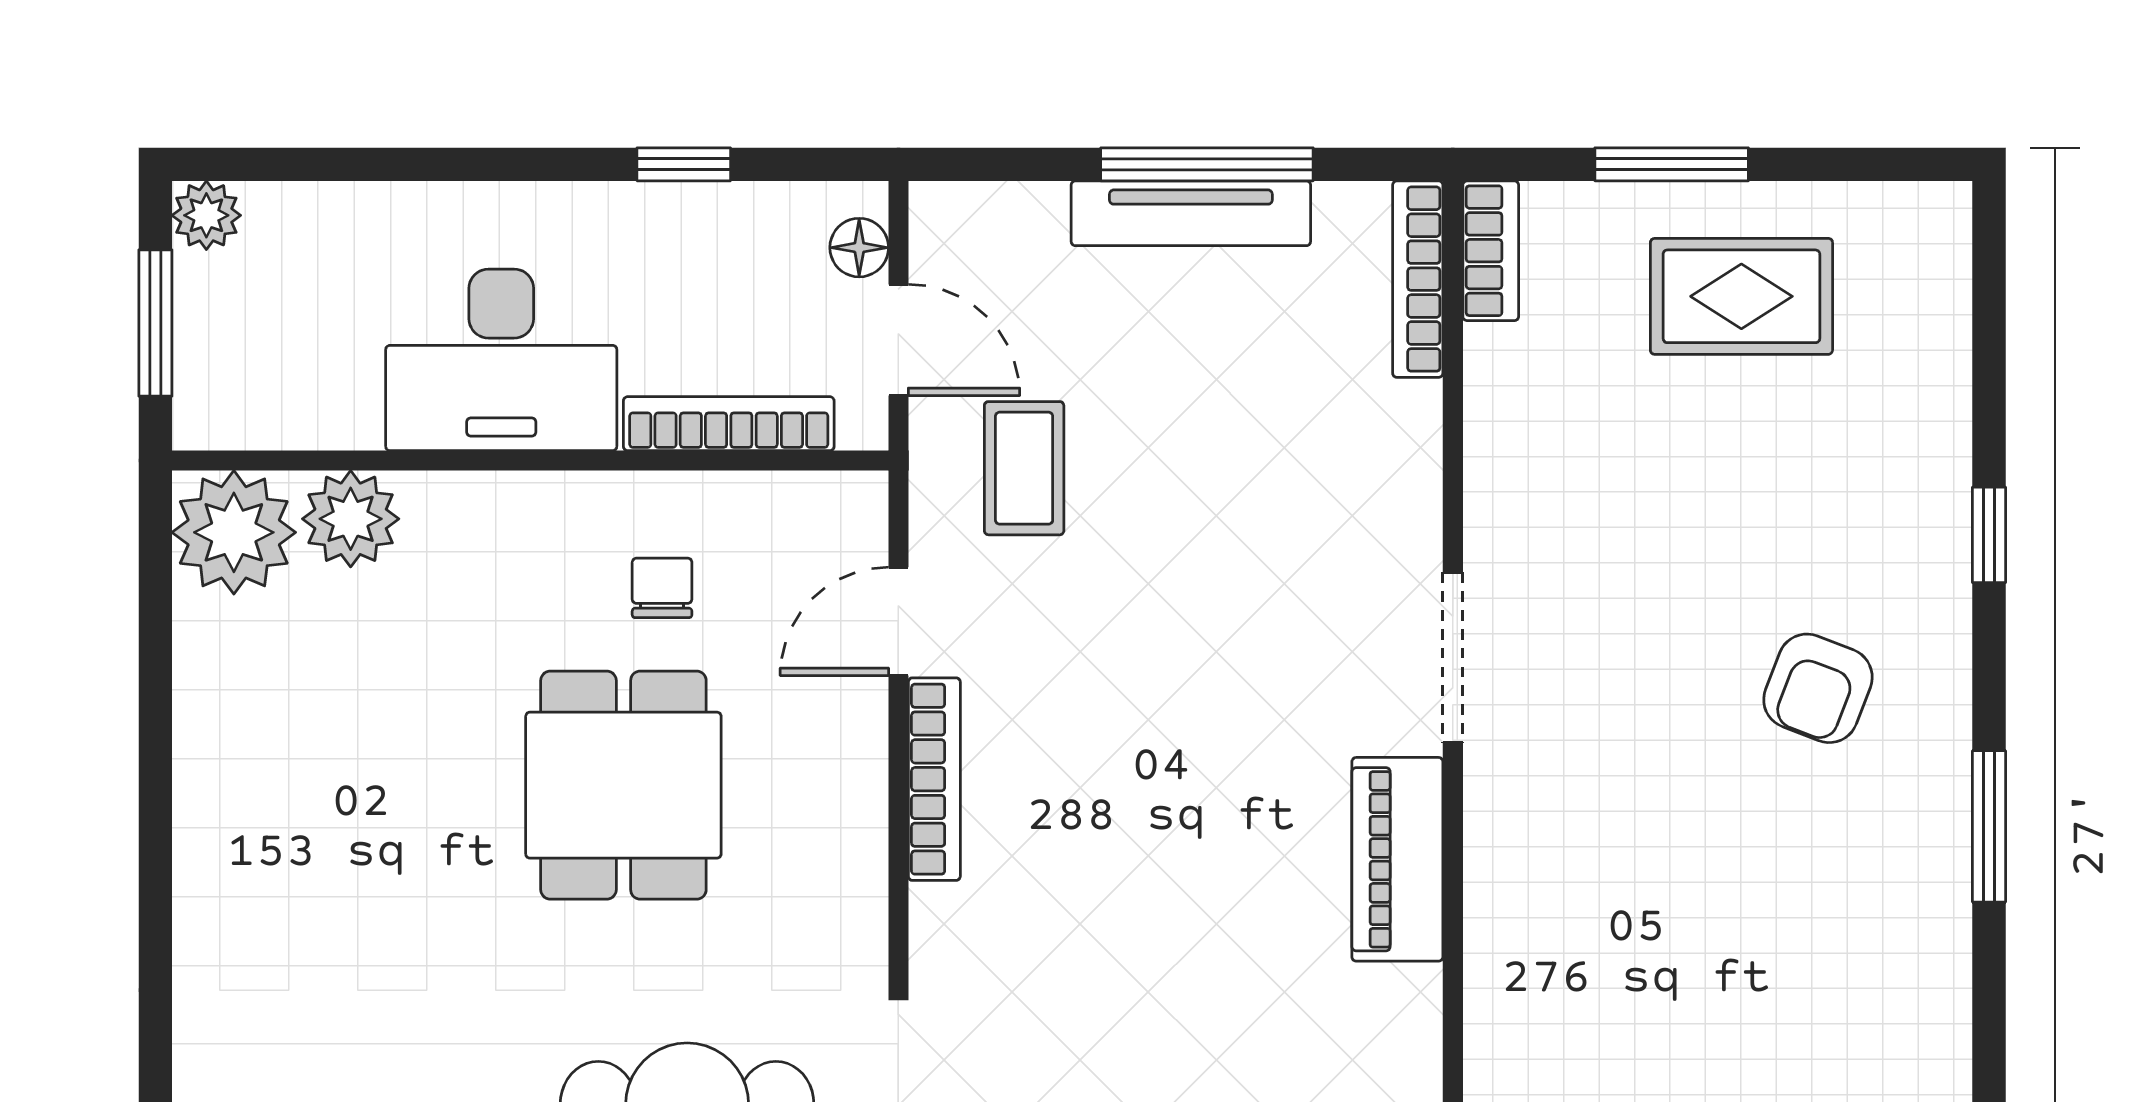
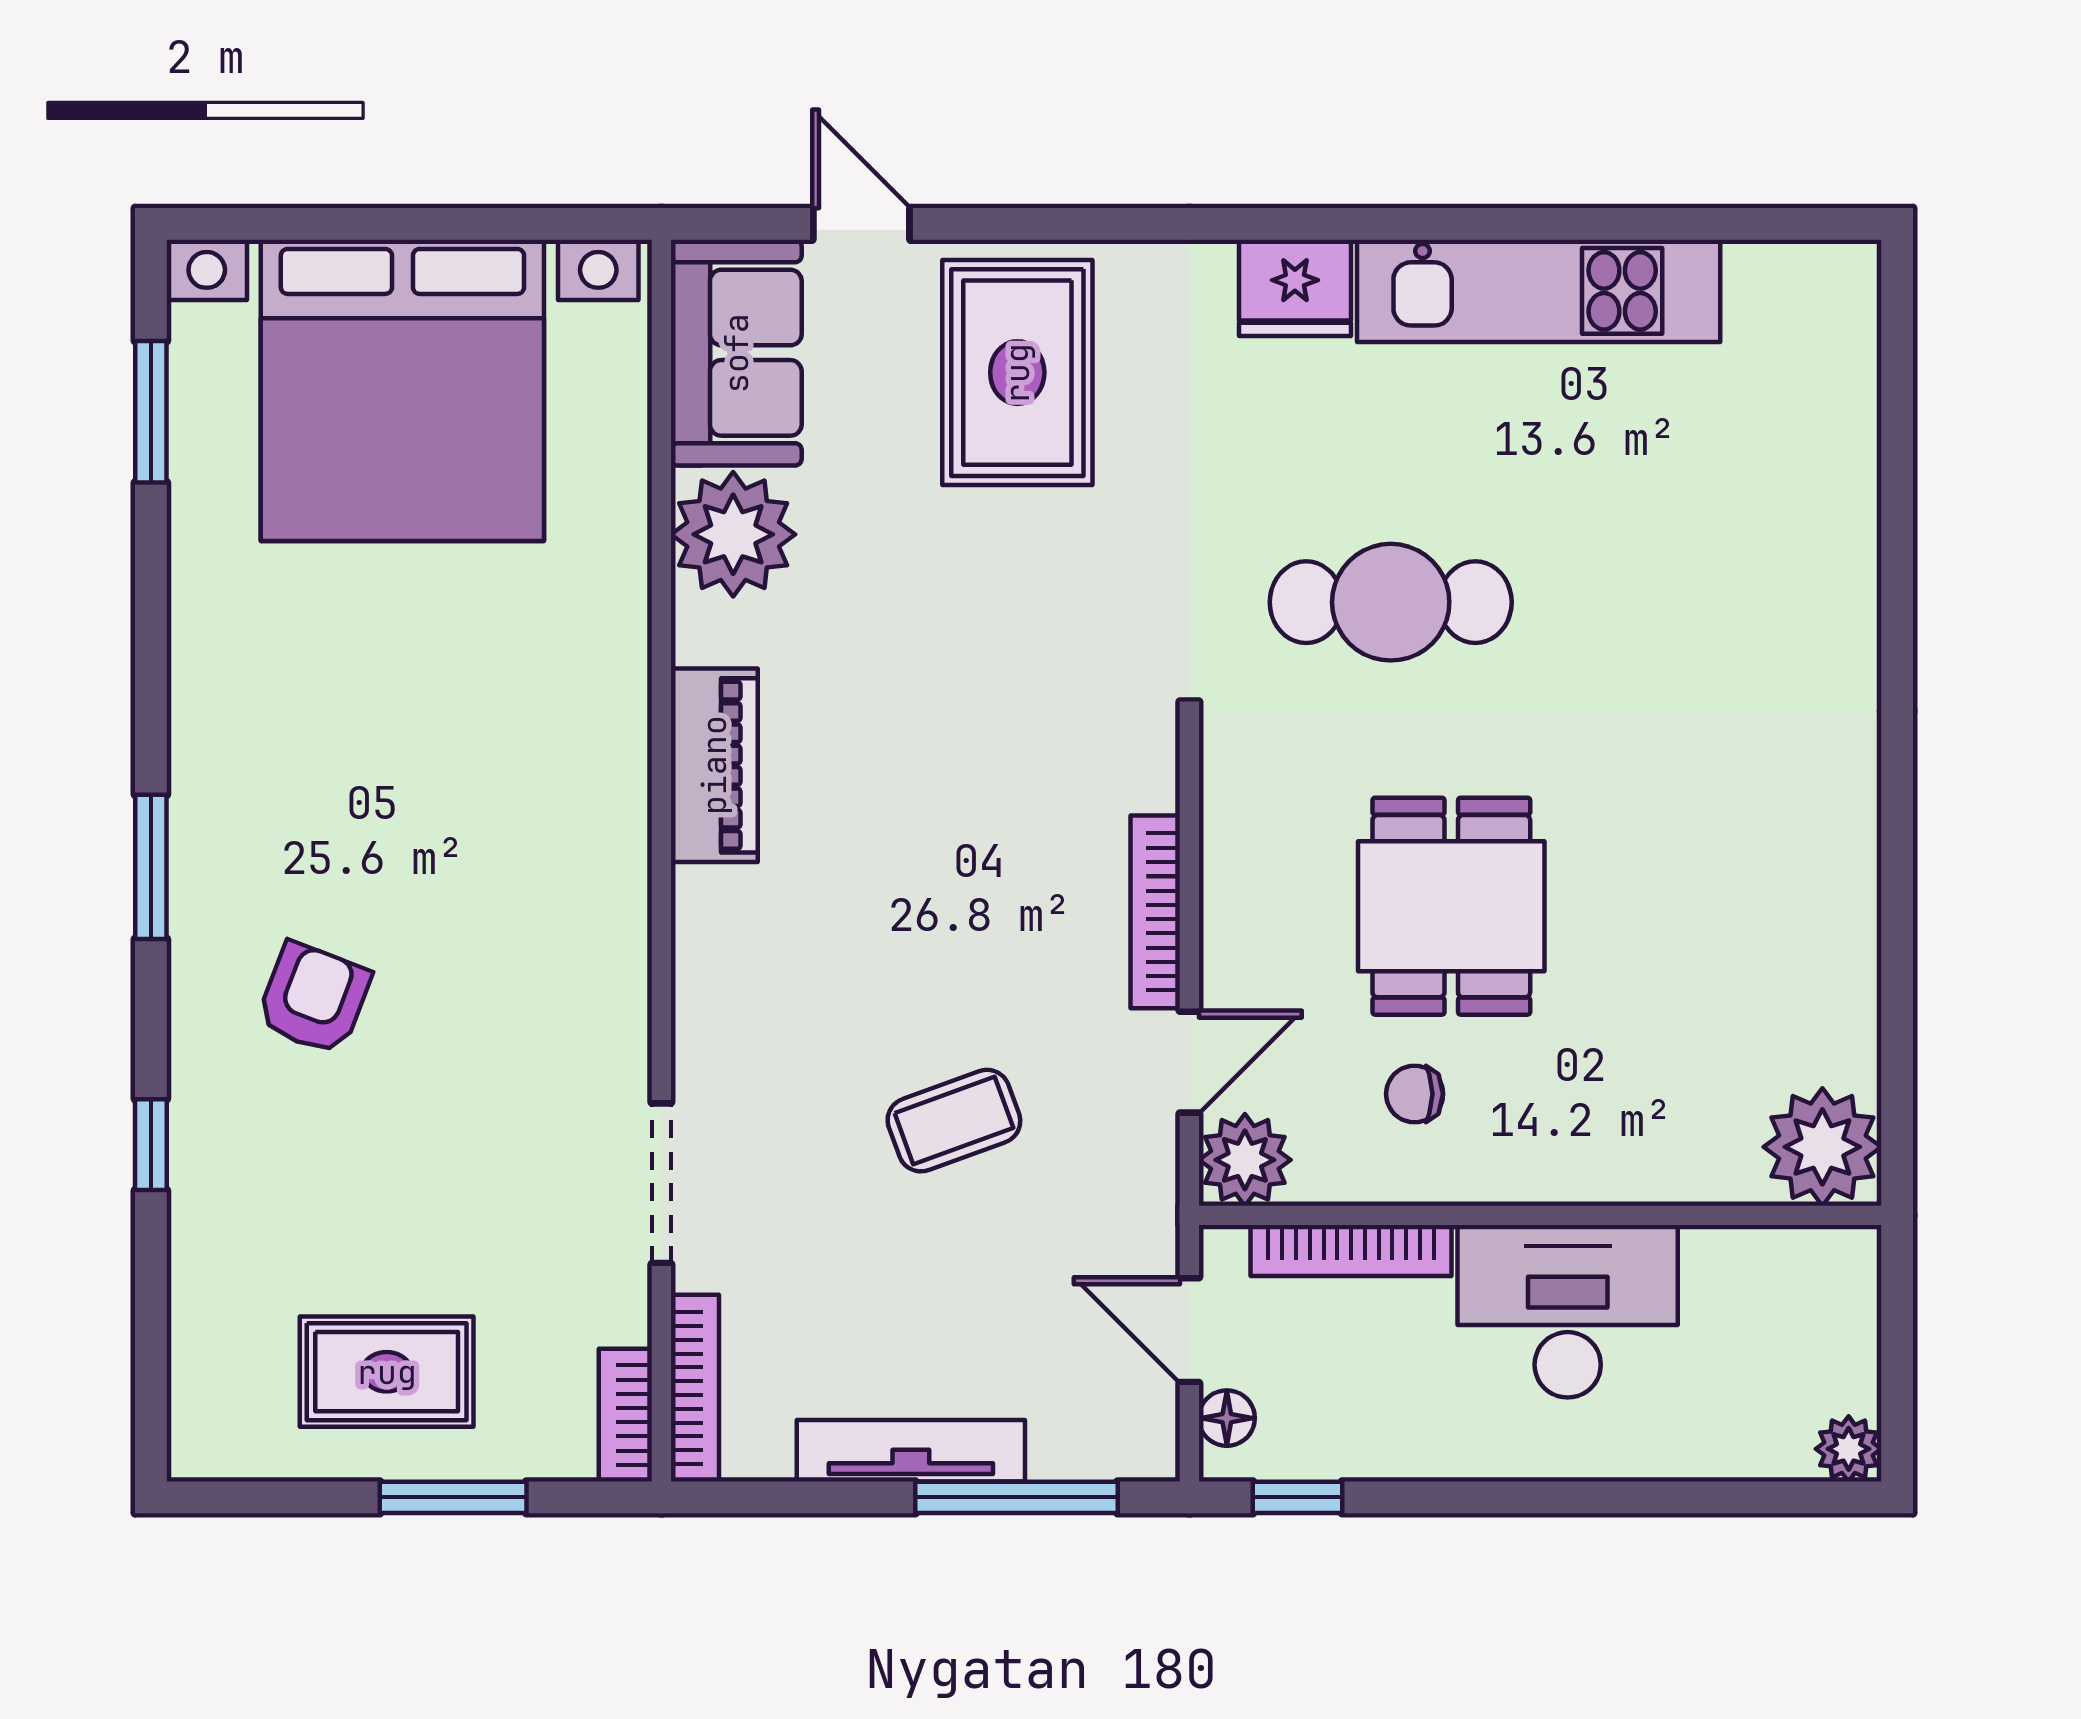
window: (684, 164) -> (1297, 1497), moved
window: (1207, 164) -> (1017, 1497), moved
window: (155, 323) -> (1897, 1346), removed
coffee table: (1024, 468) -> (954, 1121), moved, turned 70
plant: (351, 519) -> (1245, 1160), moved
chair: (662, 588) -> (1415, 1094), turned 90
doorway: (1453, 657) -> (661, 1183), moved
piano: (1397, 859) -> (714, 765), moved

